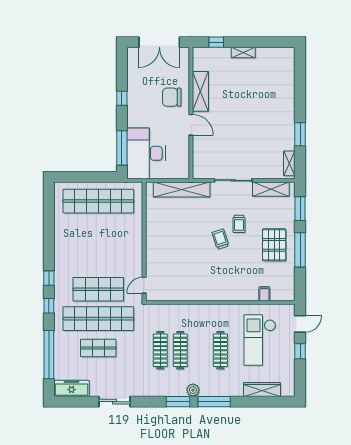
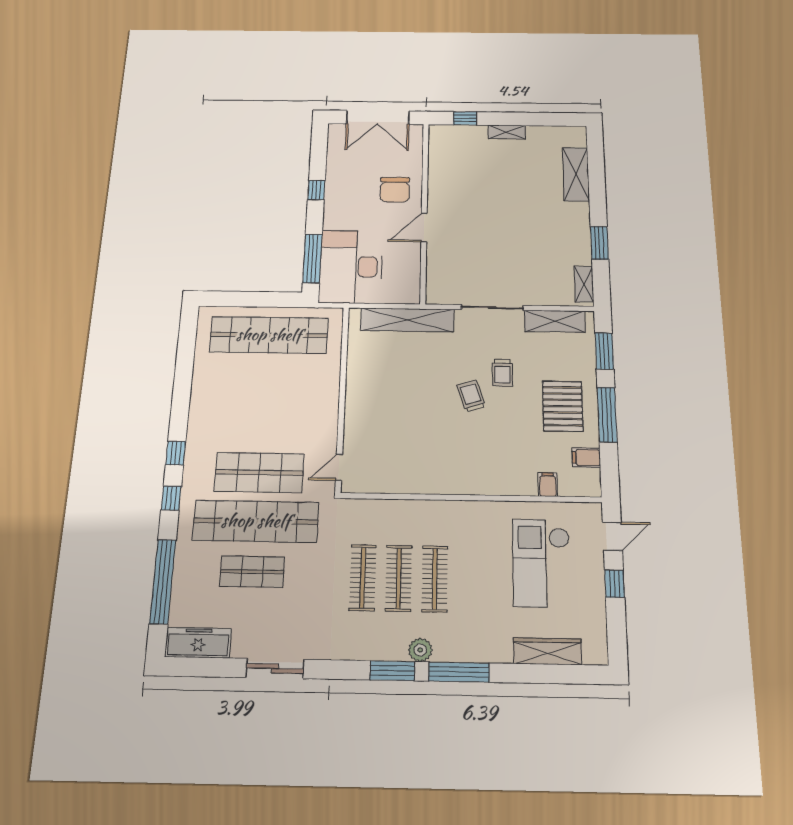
shelving: (200, 91) -> (576, 174), moved
chair: (172, 97) -> (395, 190), turned -90
door: (191, 125) -> (424, 227), swing flipped
filing cabinet: (287, 277) -> (586, 458), added
clothes rail: (220, 350) -> (435, 579), moved

